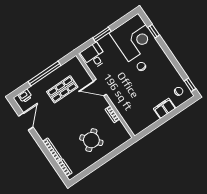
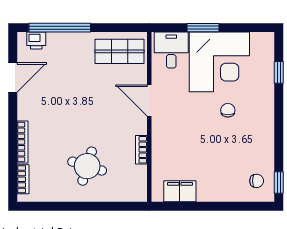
corner desk: (133, 37) -> (219, 62), moved
window: (45, 73) -> (60, 28), moved
shop shelf: (62, 89) -> (119, 51), moved
filing cabinet: (164, 108) -> (180, 191), moved
round table: (91, 140) -> (87, 166), turned -33

